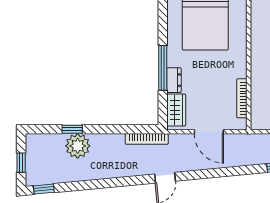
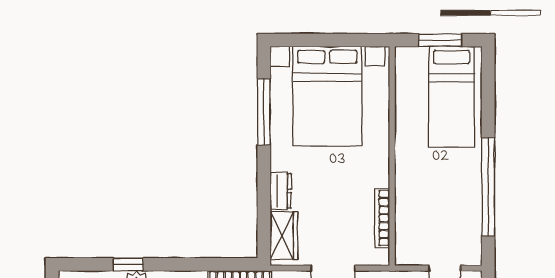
window: (163, 68) -> (264, 112), moved

